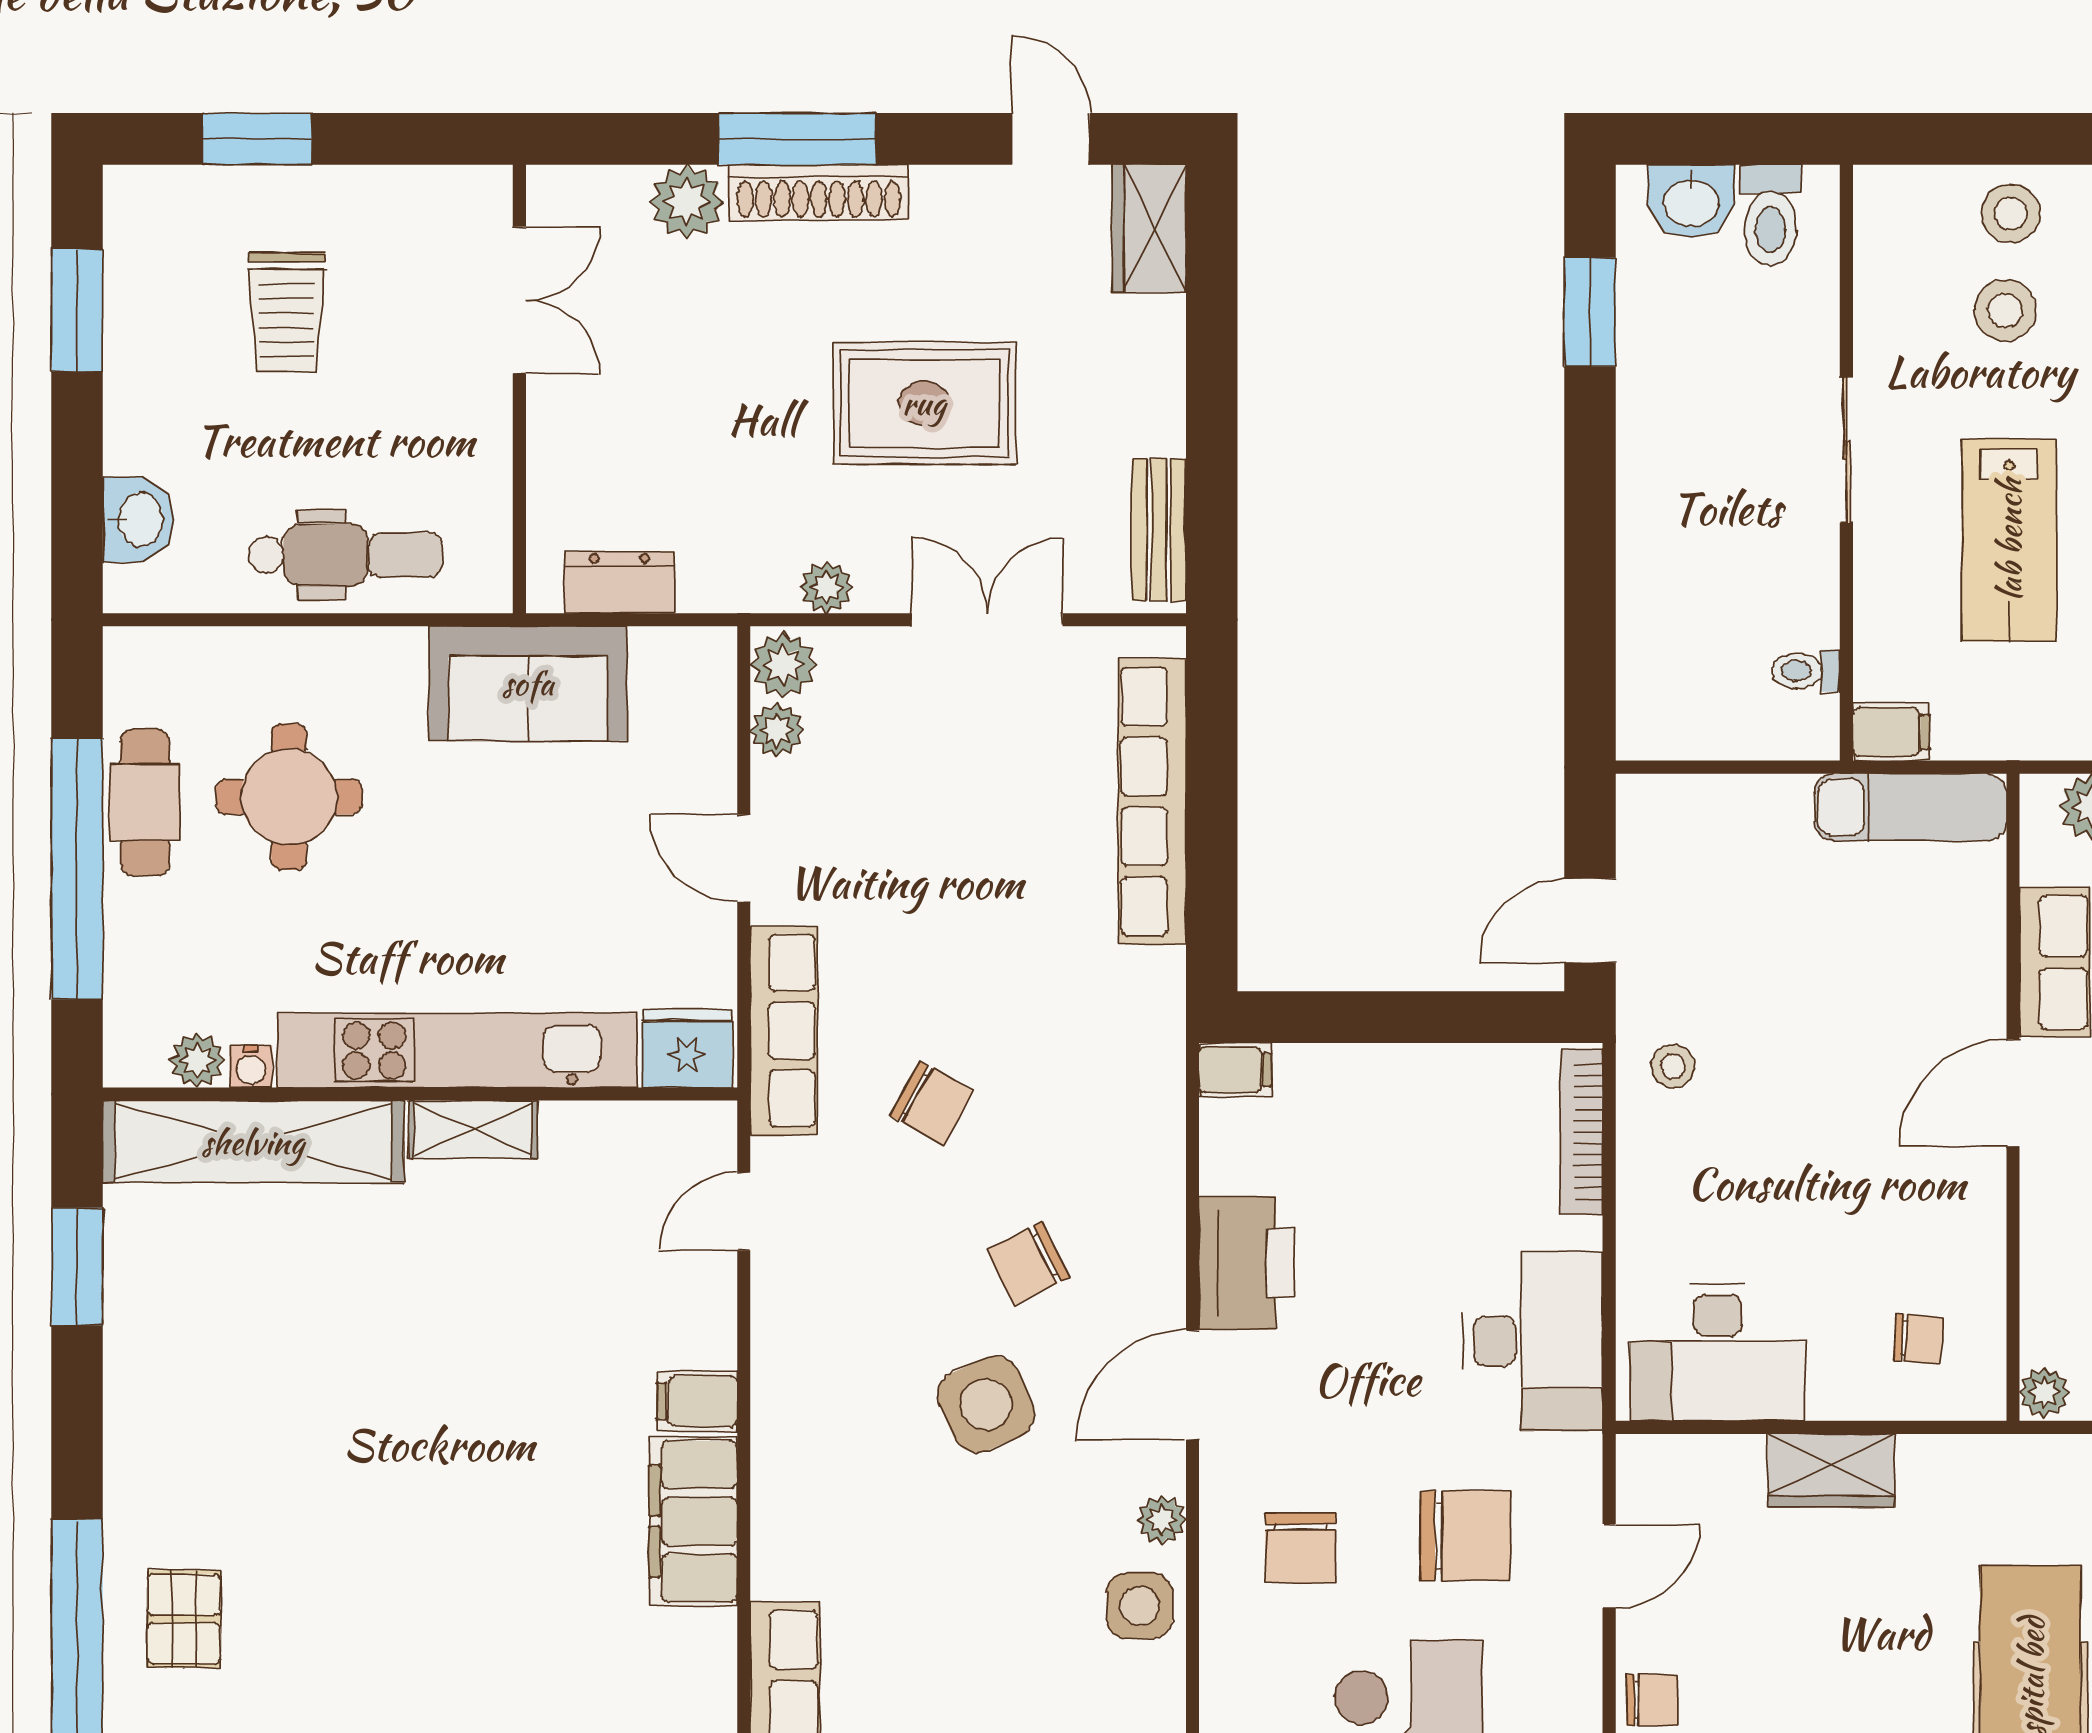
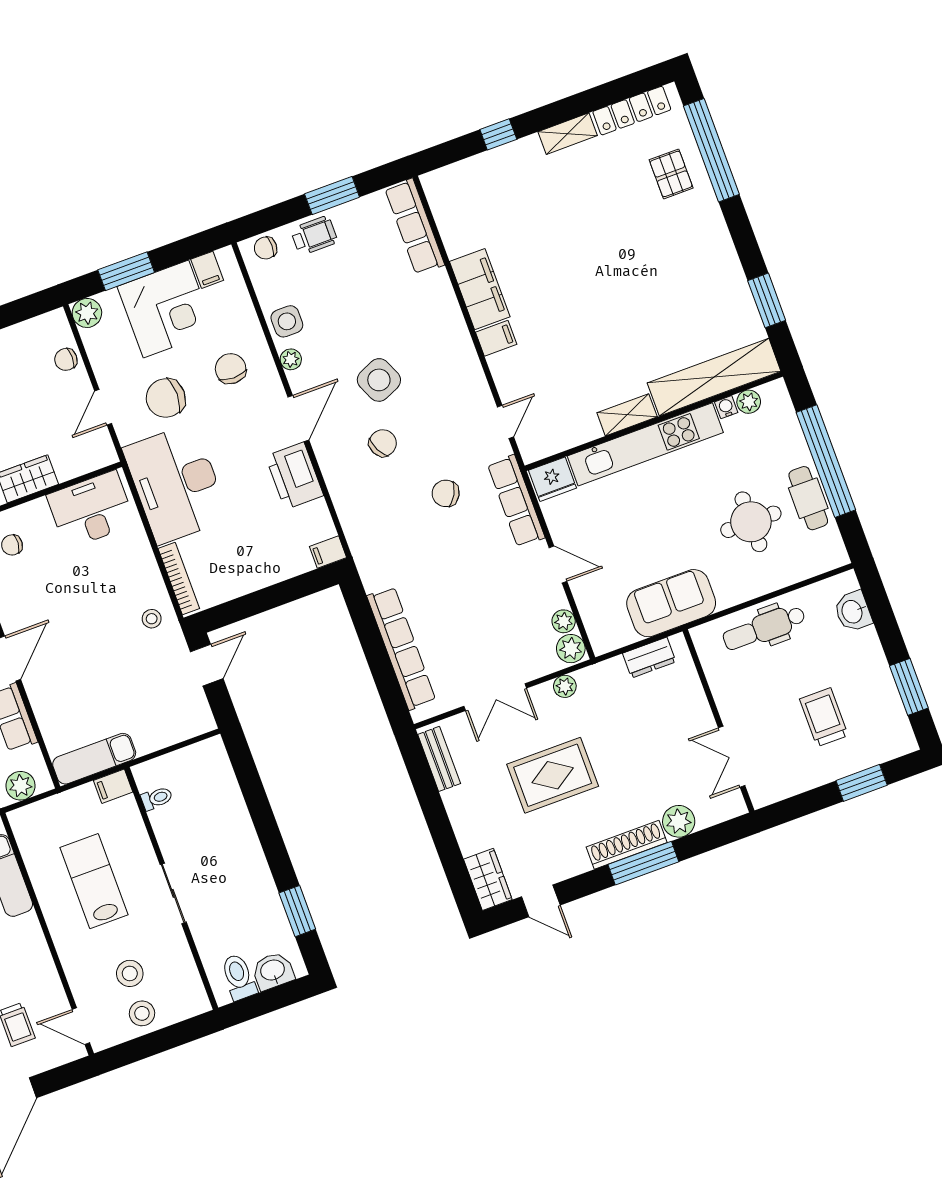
desk: (1533, 1341) -> (176, 484), width x1.36, depth x1.30

